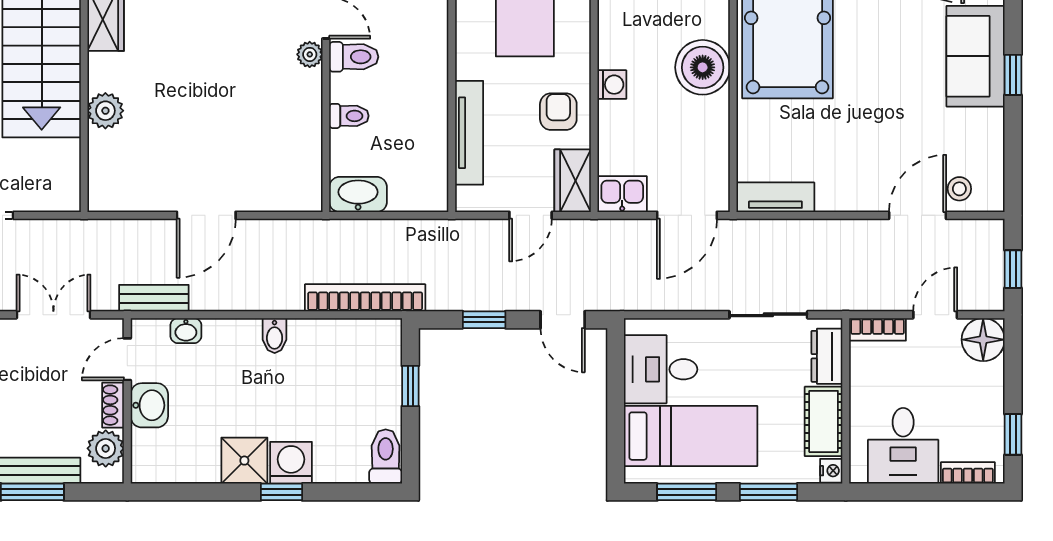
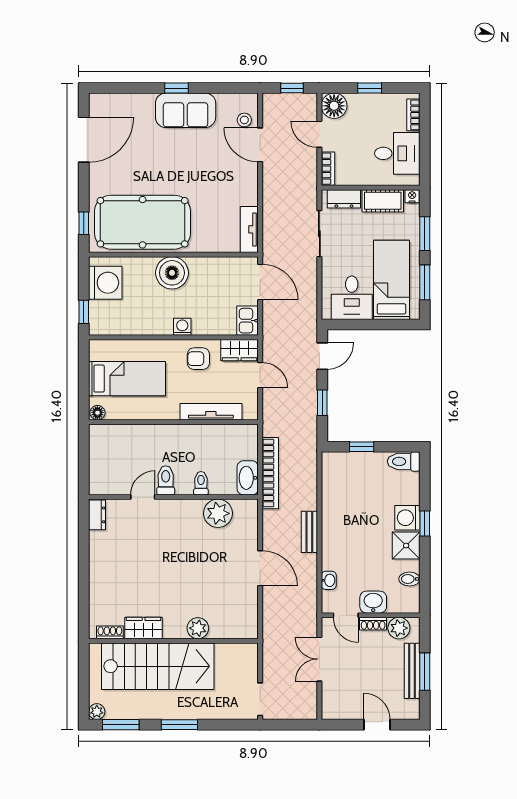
plant: (310, 54) -> (218, 513), moved, width x1.88, depth x1.88
sofa: (976, 56) -> (186, 110), moved
bench: (154, 298) -> (309, 532), moved
bookcase: (365, 298) -> (270, 473), moved, turned 180
bidet: (275, 336) -> (409, 579), moved, turned 180
window: (1013, 434) -> (370, 88), moved

